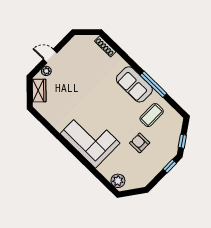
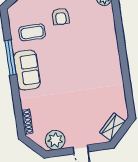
plant: (46, 71) -> (55, 140), moved, width x1.88, depth x1.88
corner sofa: (90, 138) -> (100, 53), removed

